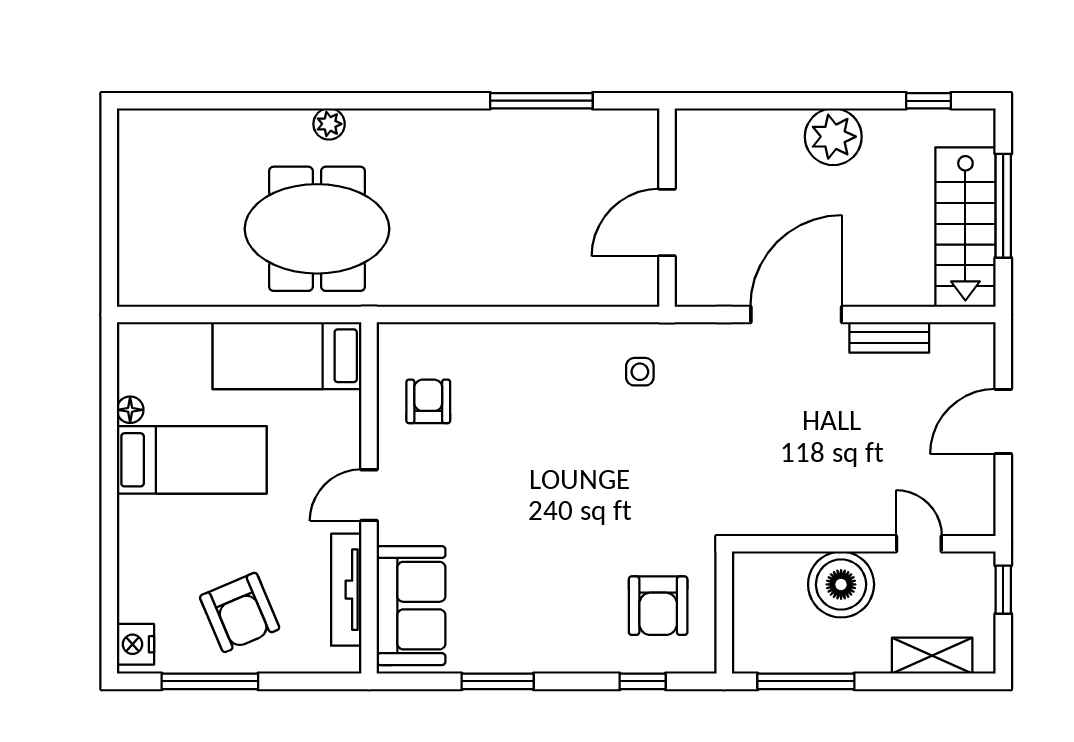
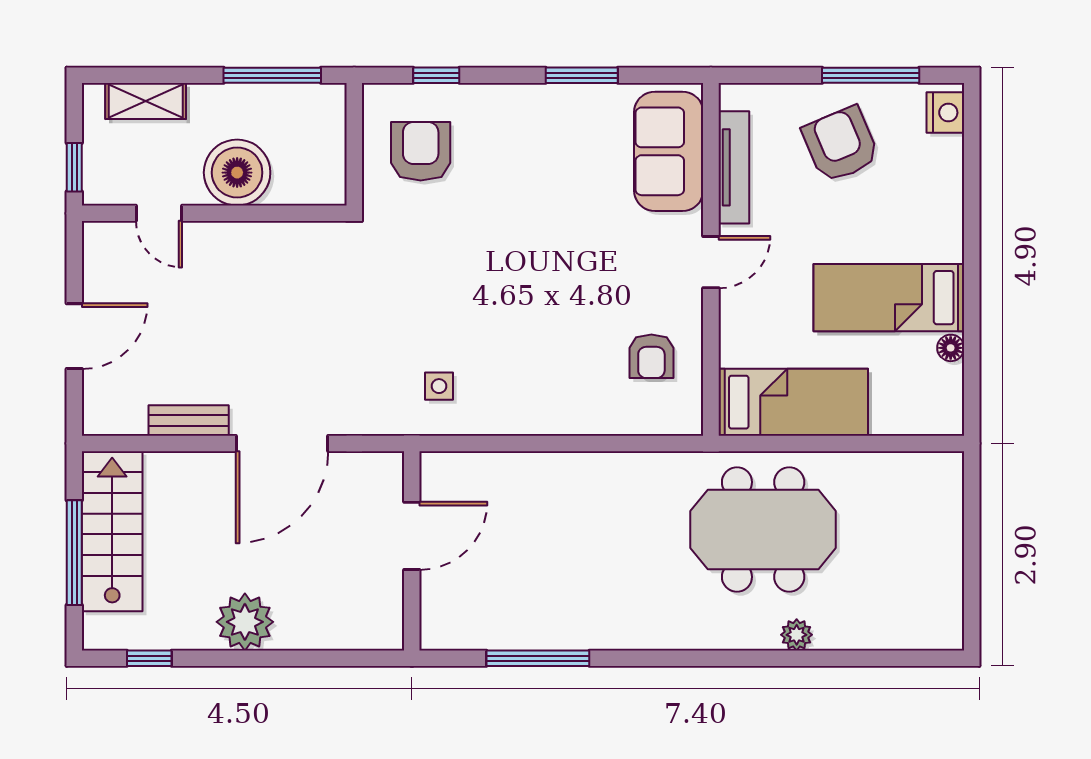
plant: (329, 124) -> (797, 635), moved

